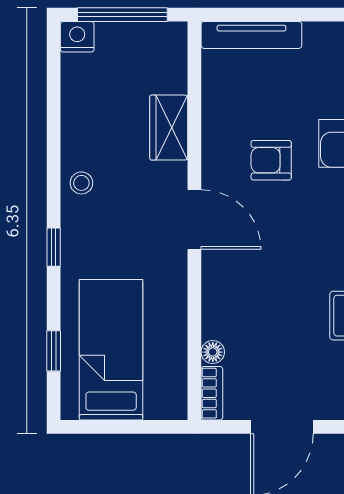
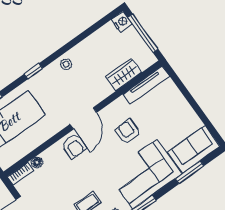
tv unit: (251, 35) -> (146, 85), moved, turned -90
wardrobe: (169, 128) -> (124, 74), moved
armchair: (231, 269) -> (74, 146), added

